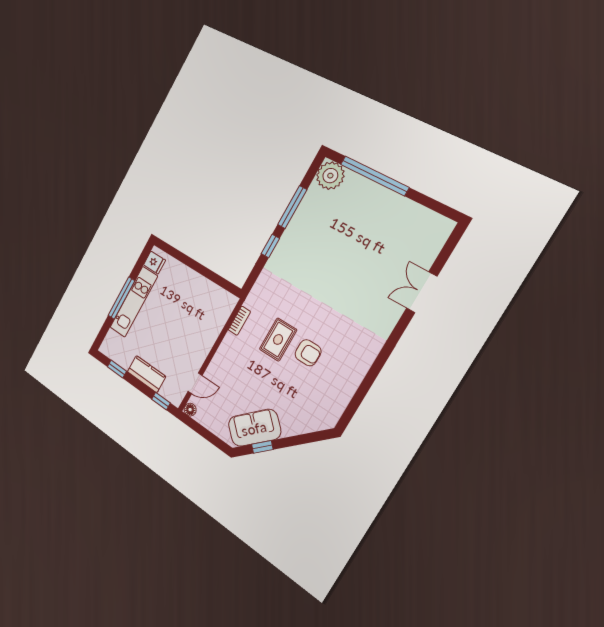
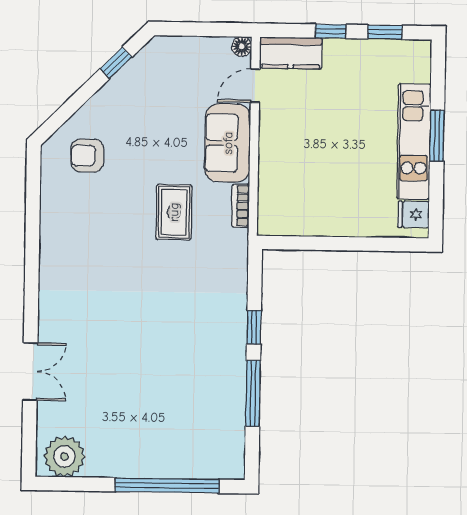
plant: (330, 176) -> (64, 456), moved
window: (122, 298) -> (437, 136), width x0.69
armchair: (308, 353) -> (87, 156), moved
kitchen counter: (146, 374) -> (291, 53), moved
window: (161, 401) -> (331, 31), moved
sofa: (254, 428) -> (228, 143), moved, turned 135

